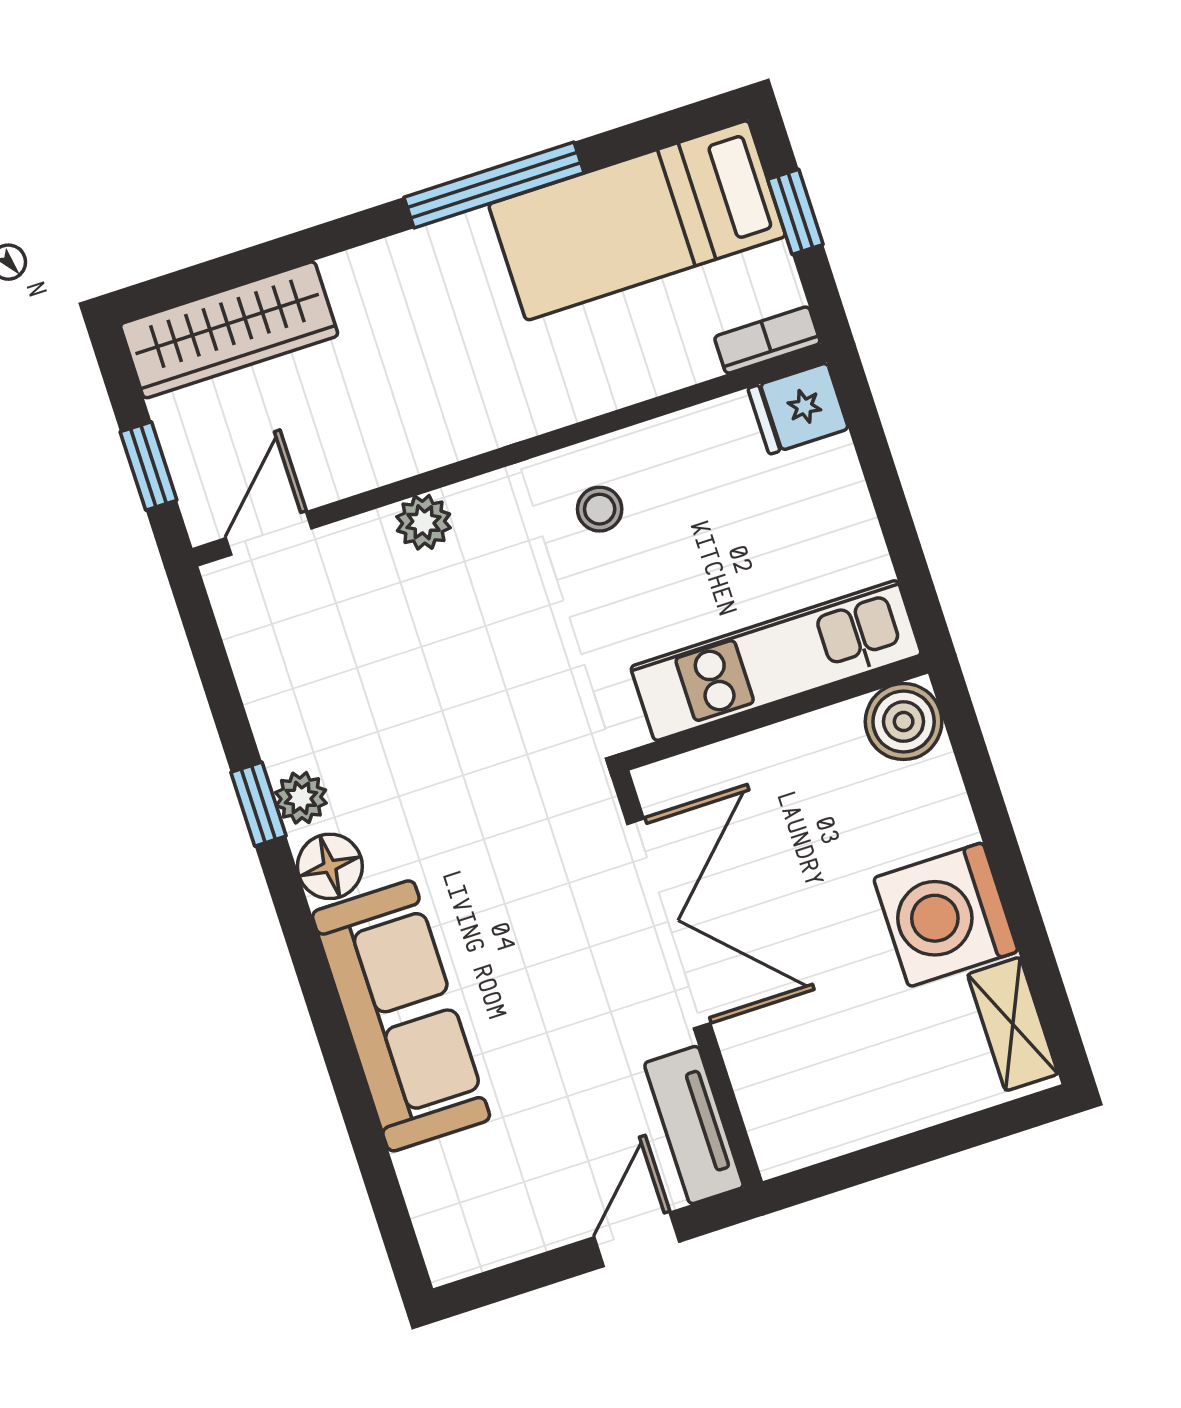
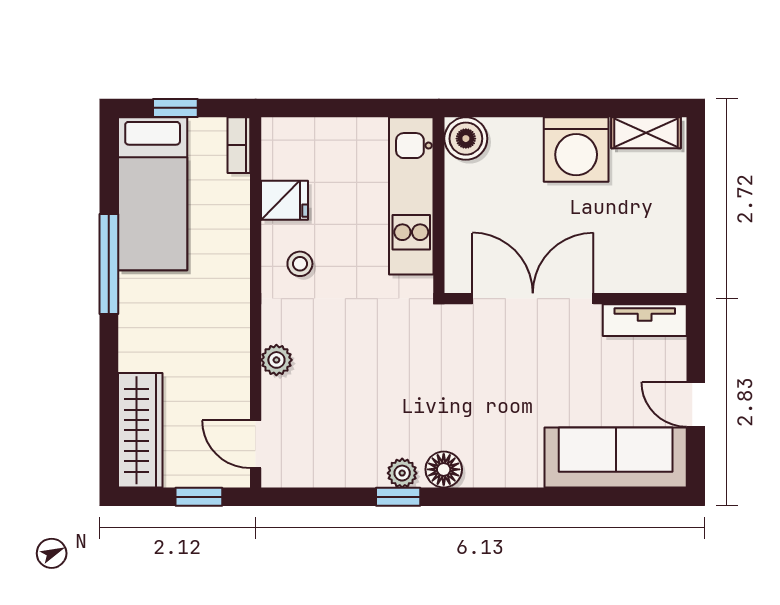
fridge: (798, 409) -> (285, 200), moved, turned -90
sofa: (401, 1016) -> (616, 457), moved
door: (637, 1239) -> (696, 404), moved

